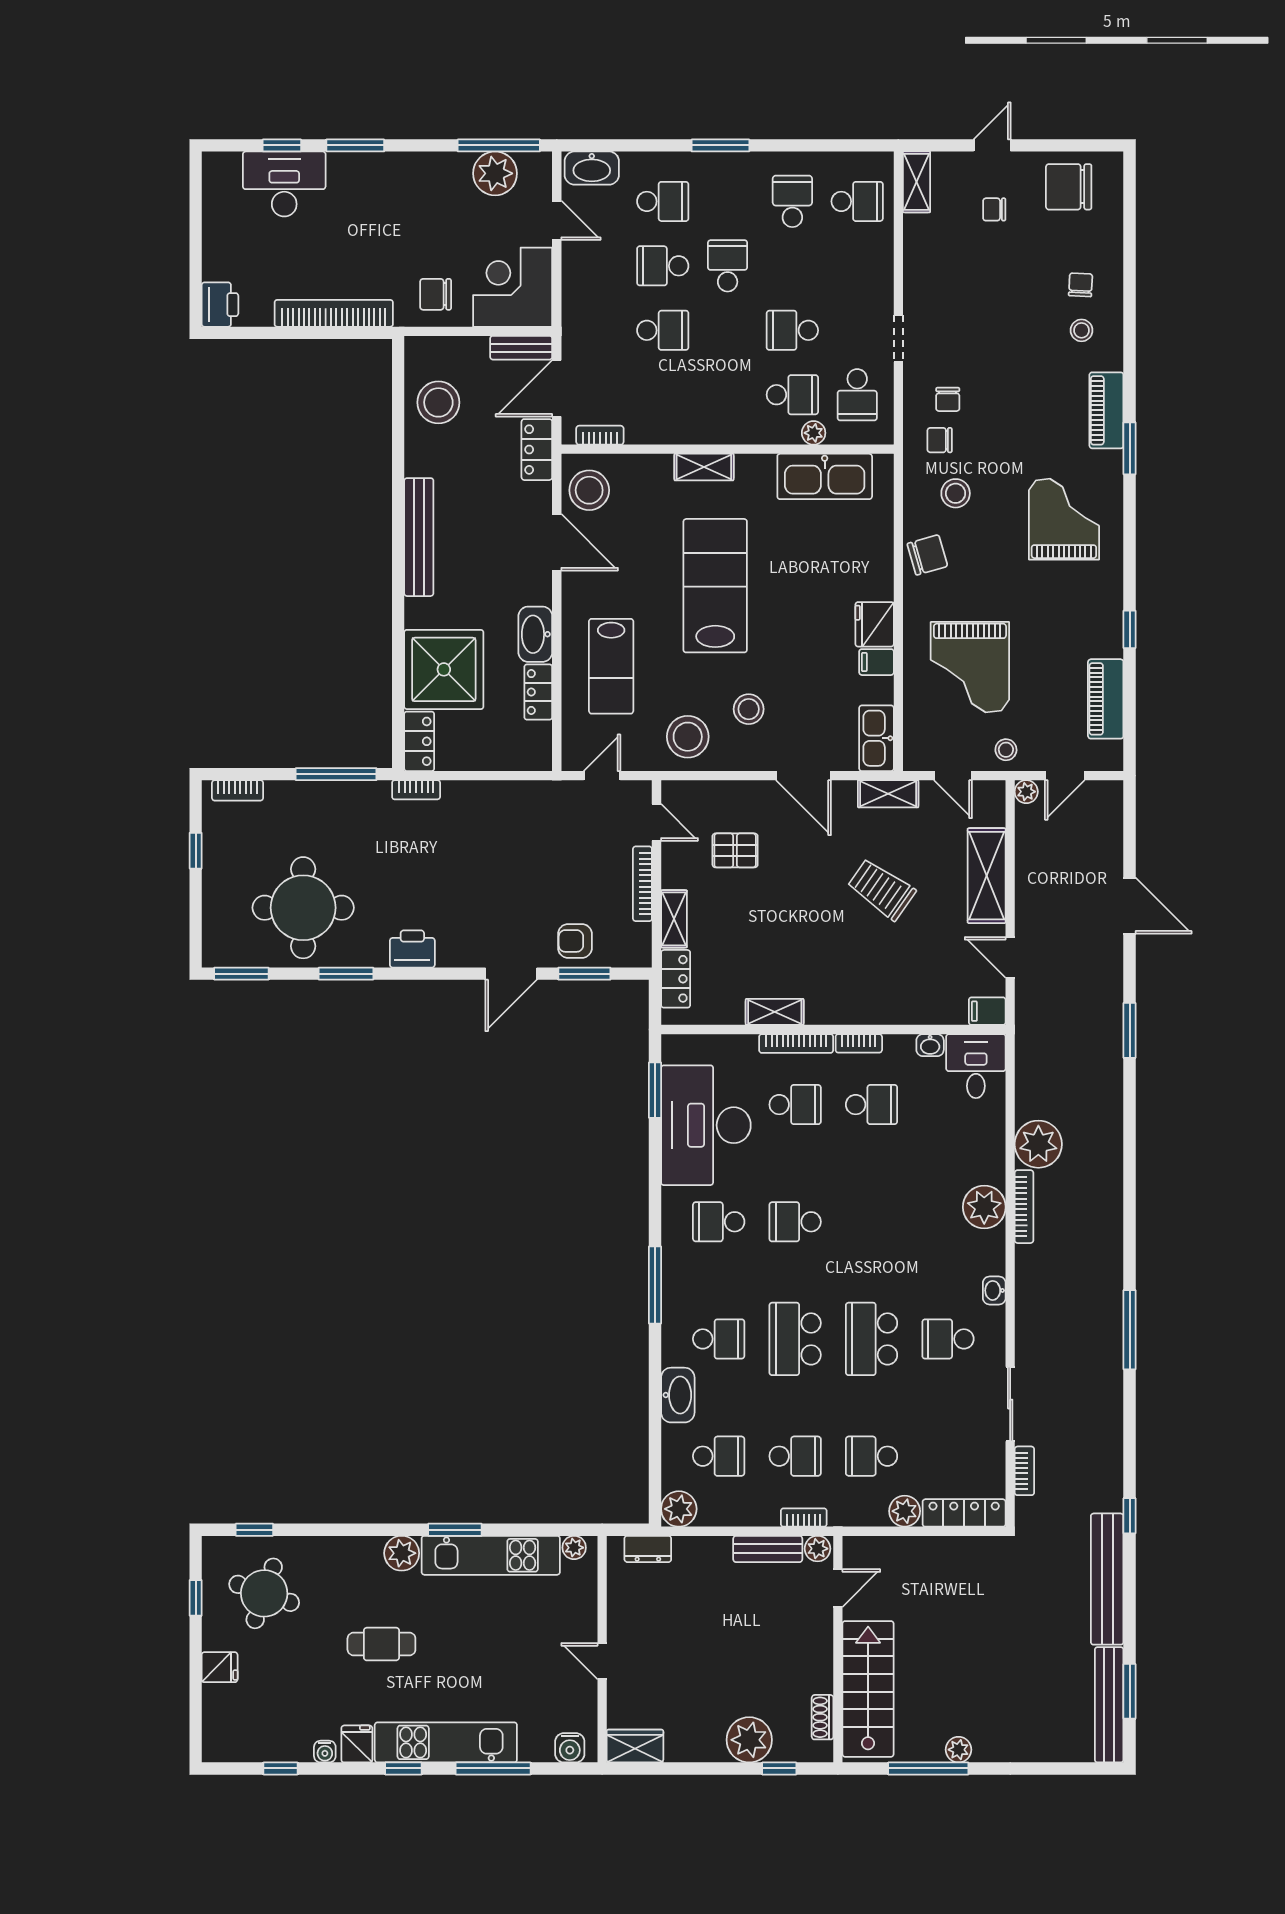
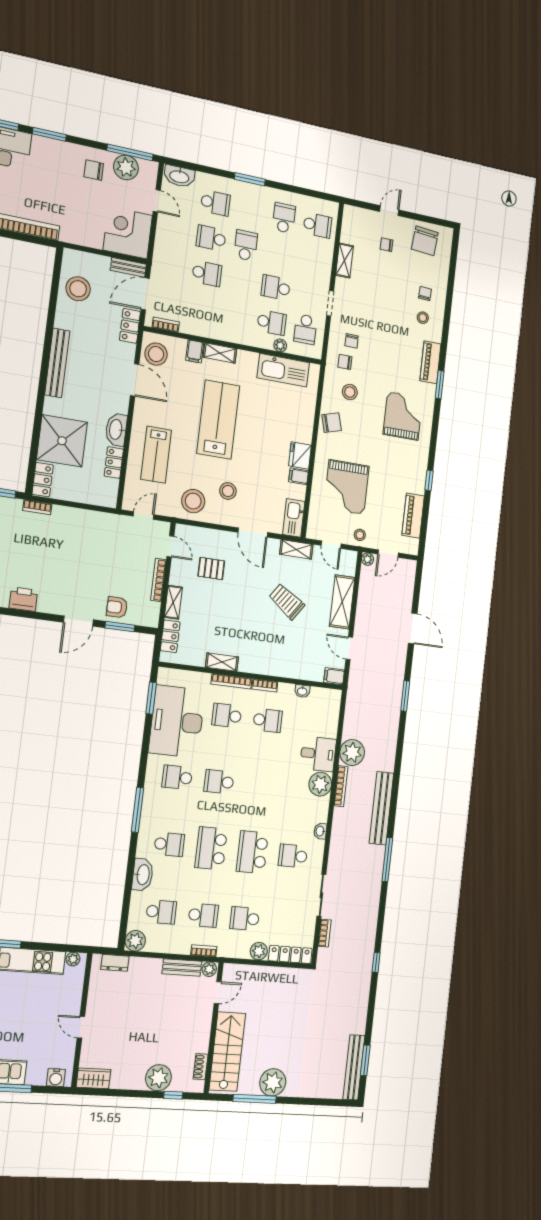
shelving: (917, 182) -> (345, 261), moved
chair: (1069, 187) -> (425, 241), turned -85
chair: (436, 294) -> (94, 170), moved
filing cabinet: (658, 473) -> (195, 351), added
desk: (976, 1066) -> (318, 754), moved, turned 90
school desk: (795, 1105) -> (227, 716), turned 180
bench: (1107, 1579) -> (382, 808), moved
plant: (958, 1750) -> (273, 1082), width x1.88, depth x1.88

